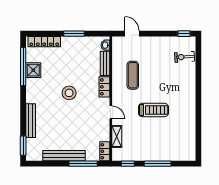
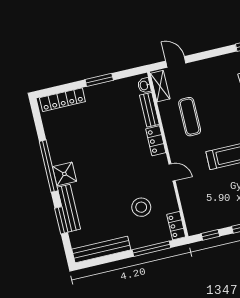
window: (23, 66) -> (49, 166), moved
shower: (33, 70) -> (64, 174), moved
stool: (69, 93) -> (141, 207), moved
shelving: (117, 136) -> (160, 86), moved
window: (23, 146) -> (61, 220), moved
bench: (64, 156) -> (101, 249), moved

